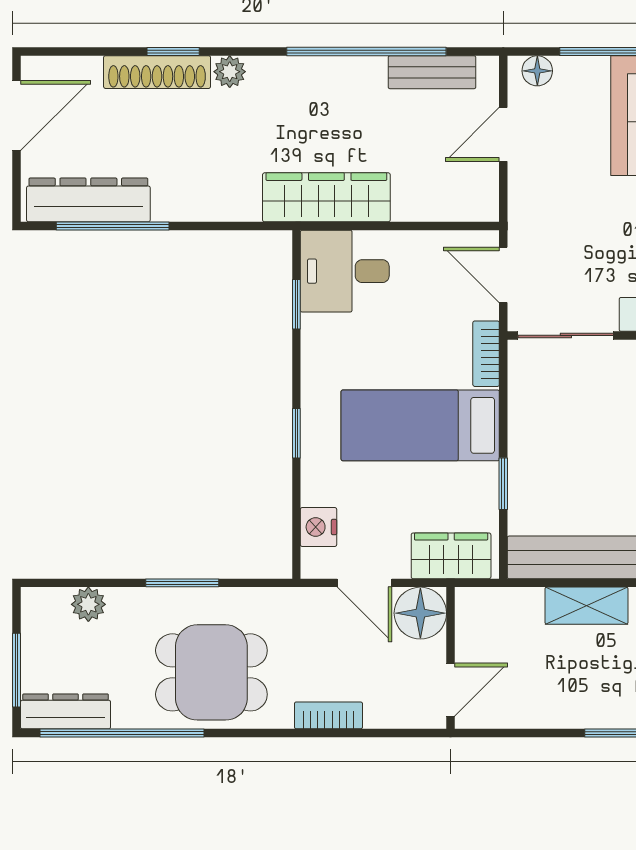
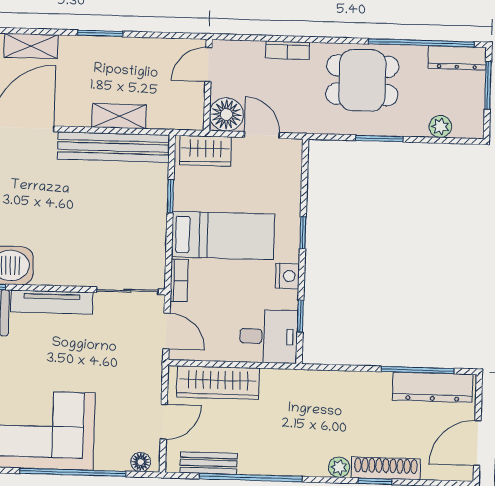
wardrobe: (326, 197) -> (218, 383), moved
nightstand: (319, 527) -> (287, 276), moved

